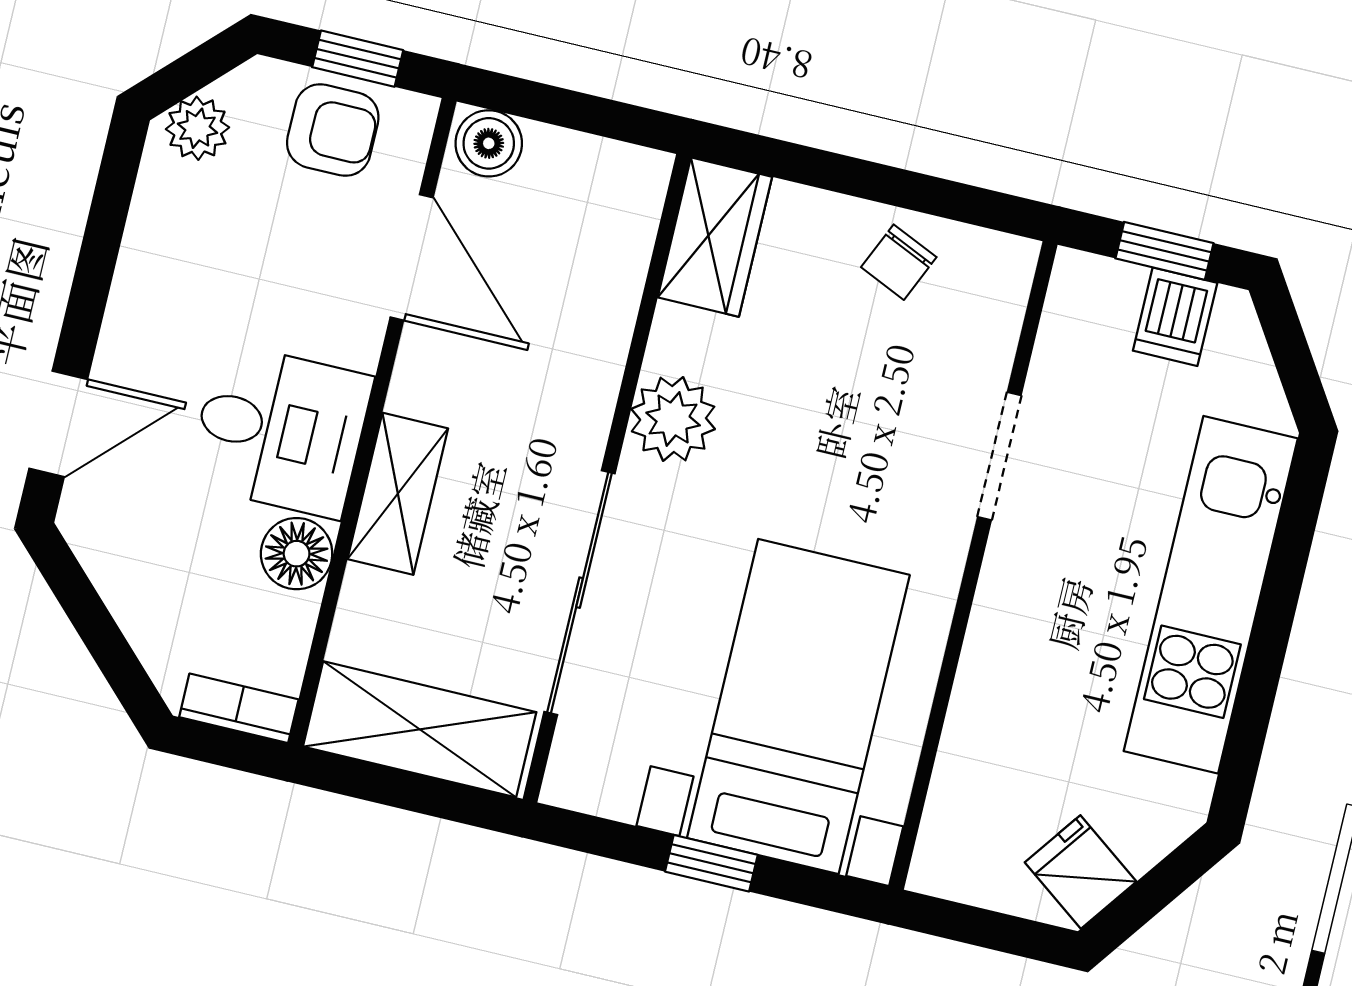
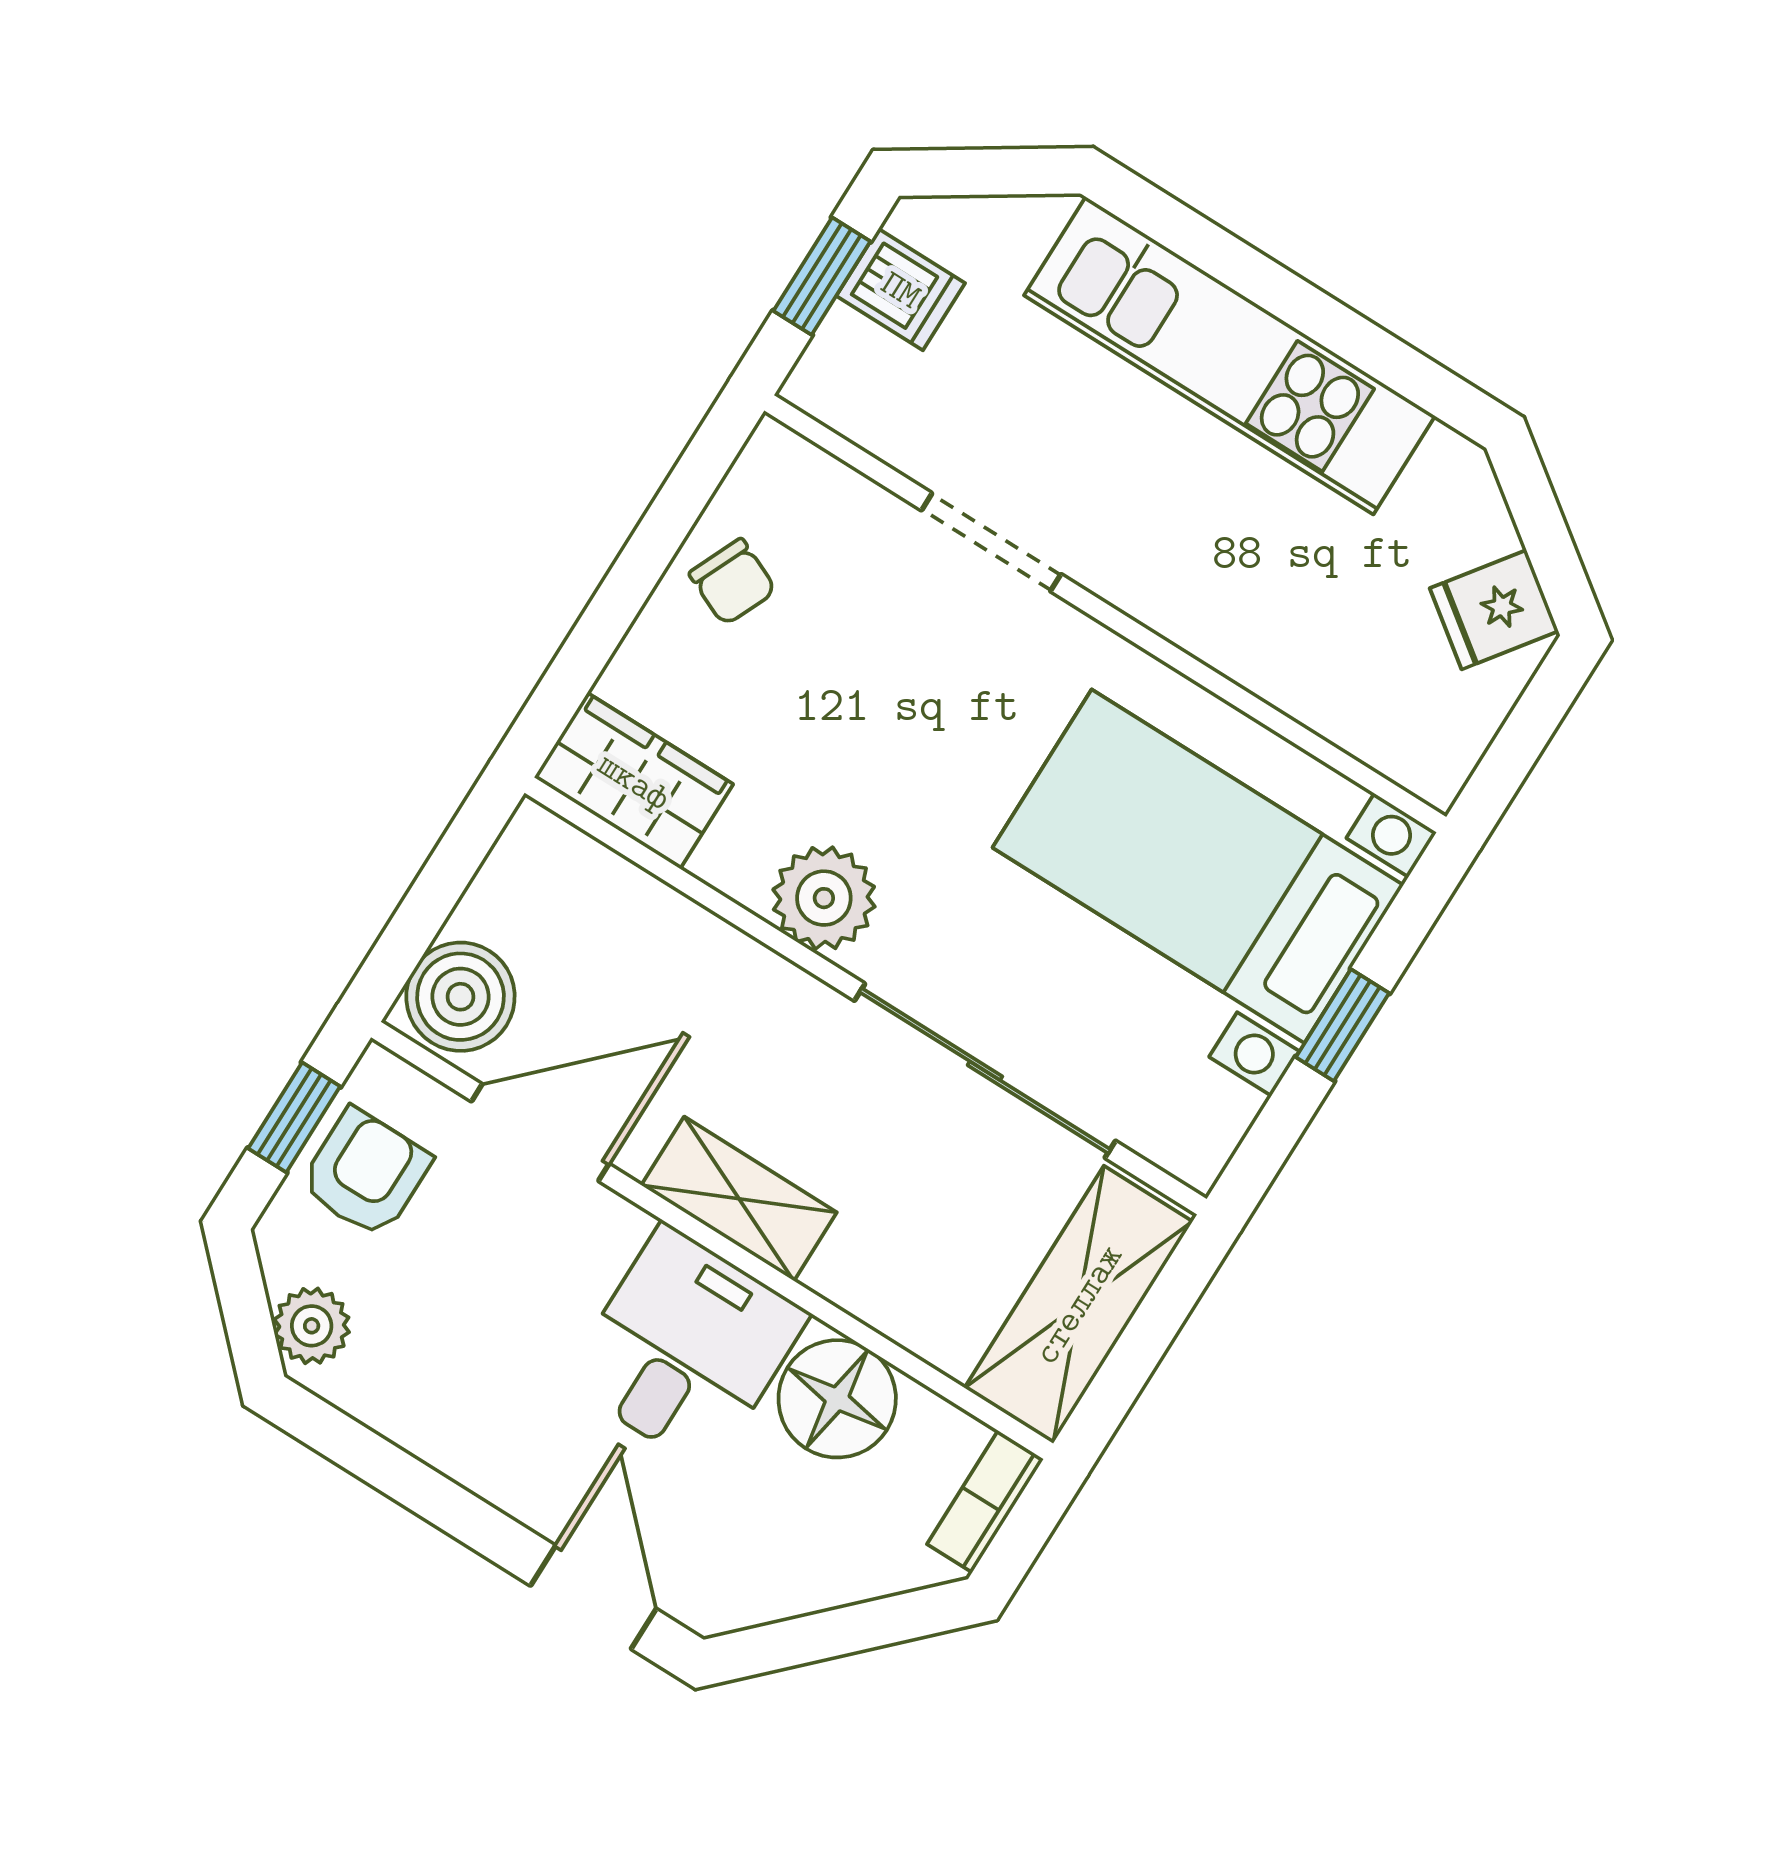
boiler: (489, 143) -> (460, 997), width x1.36, depth x1.36
shelving: (398, 494) -> (739, 1199), moved
floor lamp: (297, 554) -> (837, 1399), width x1.38, depth x1.38

